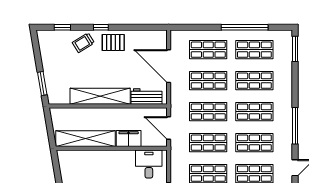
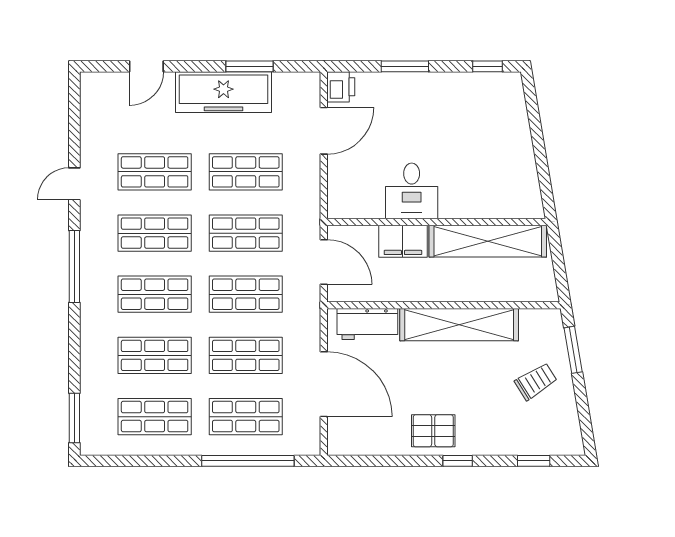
window: (245, 27) -> (248, 461), moved
trolley: (83, 43) -> (536, 381), moved
desk: (149, 164) -> (412, 191), moved

